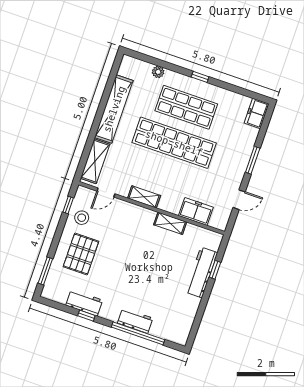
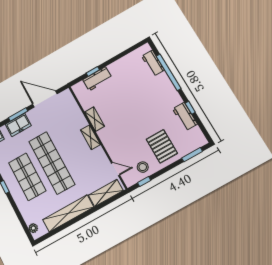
plant: (158, 72) -> (33, 228), moved
shelving: (144, 197) -> (90, 137), moved
door: (239, 200) -> (45, 99), width x1.88
freezer: (196, 212) -> (18, 125), moved, turned -90
pallet: (81, 254) -> (162, 146), turned 90
workbench: (201, 272) -> (97, 79), width x0.73
workbench: (135, 321) -> (153, 63), moved

